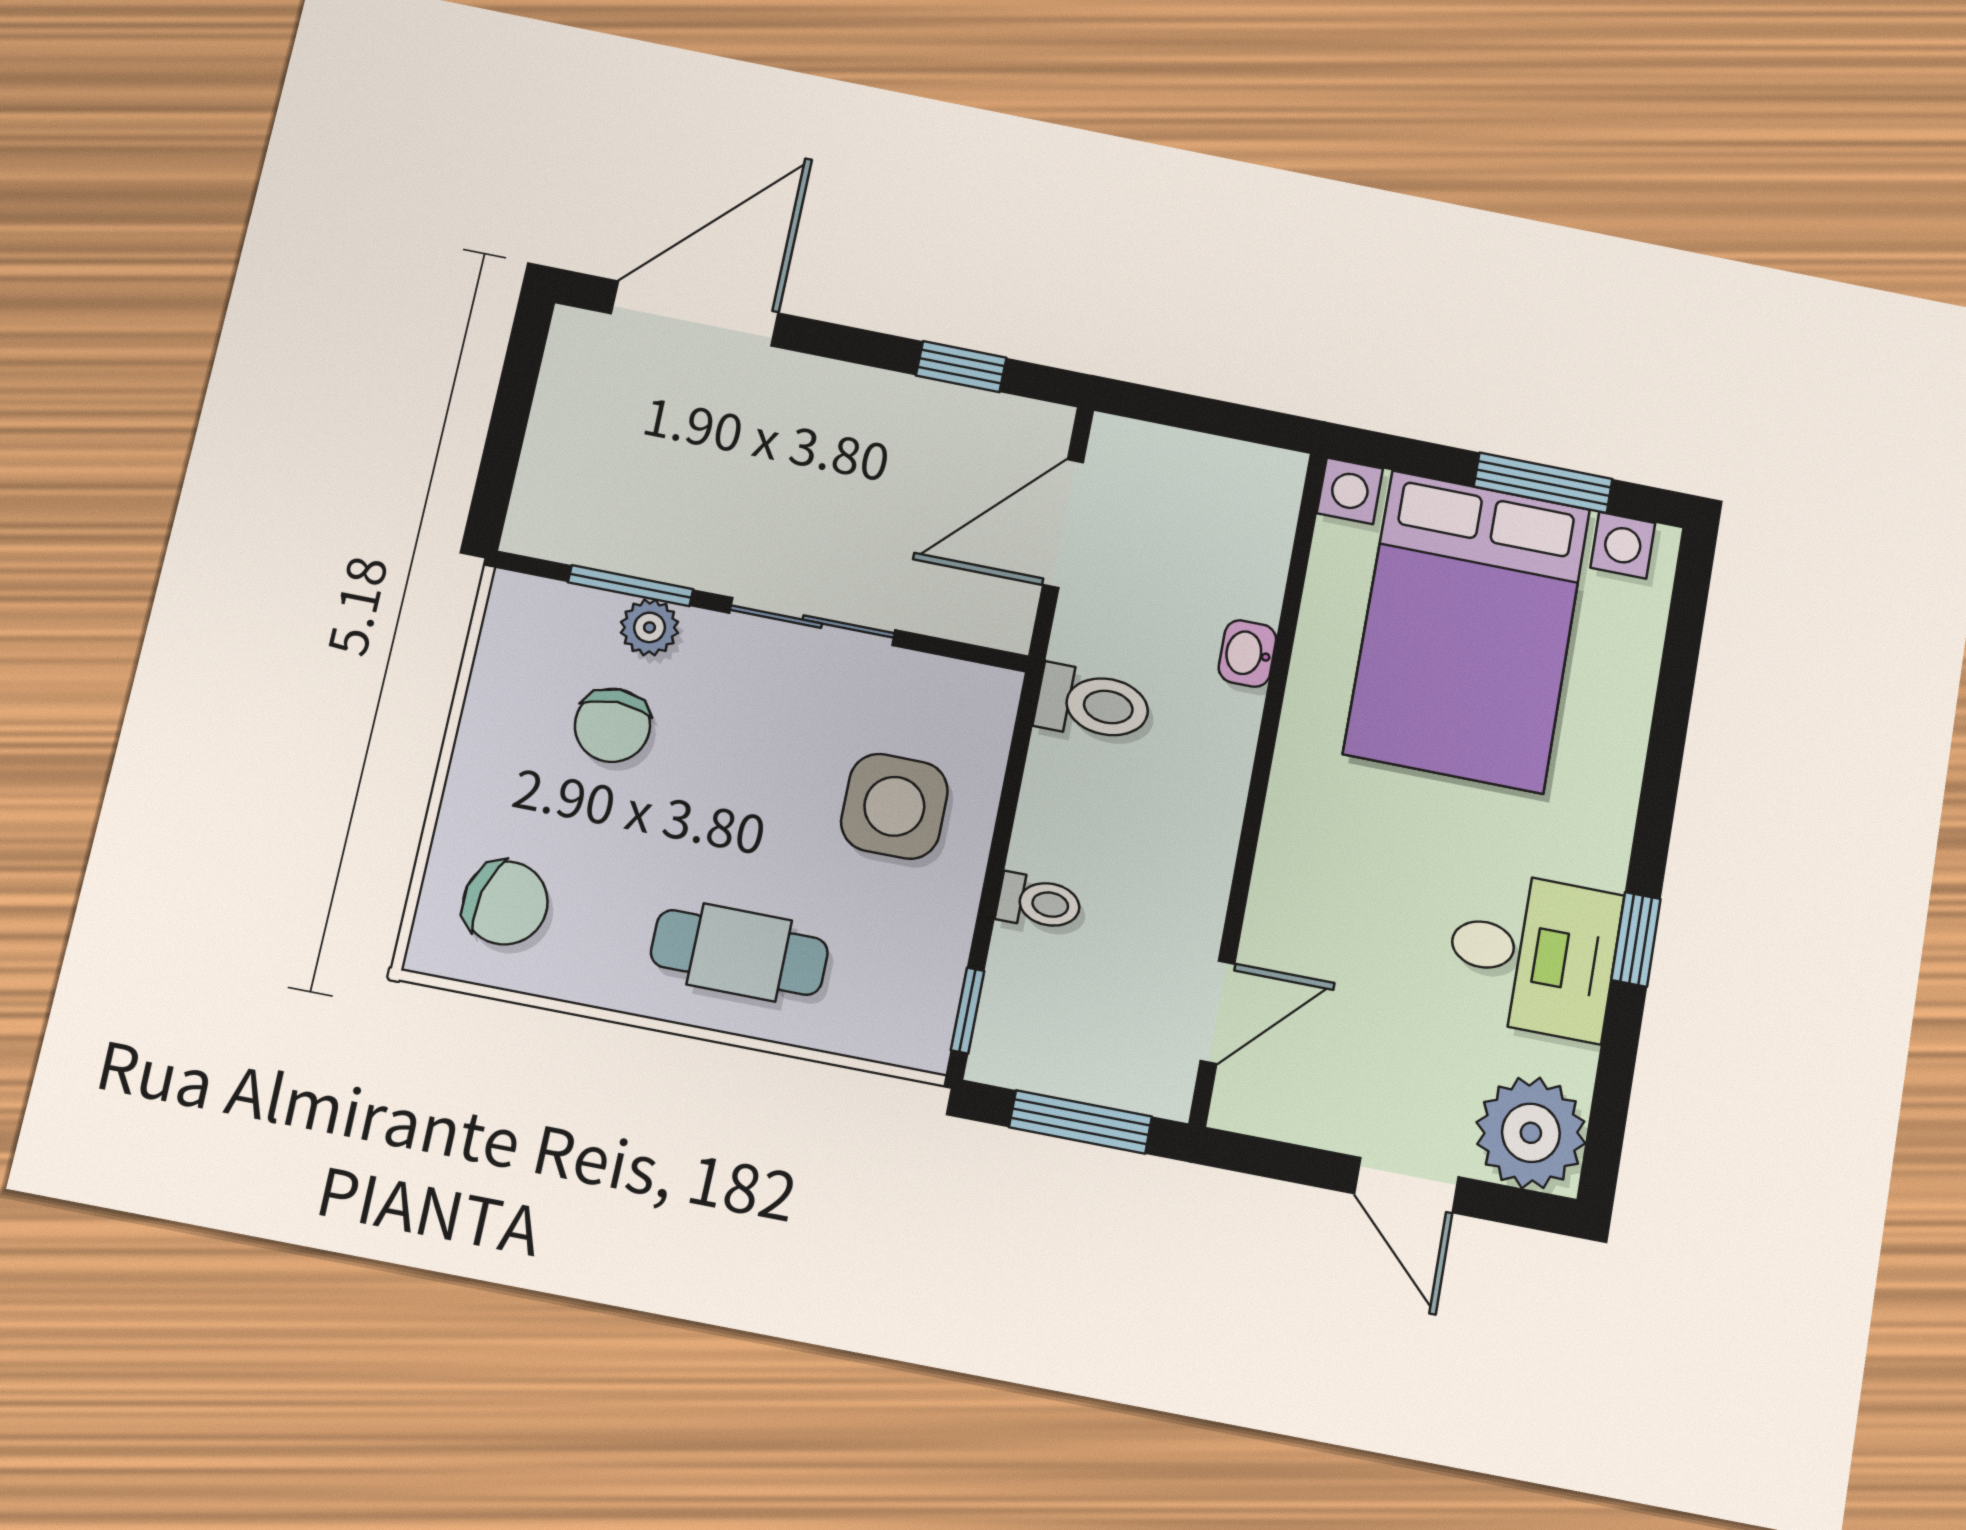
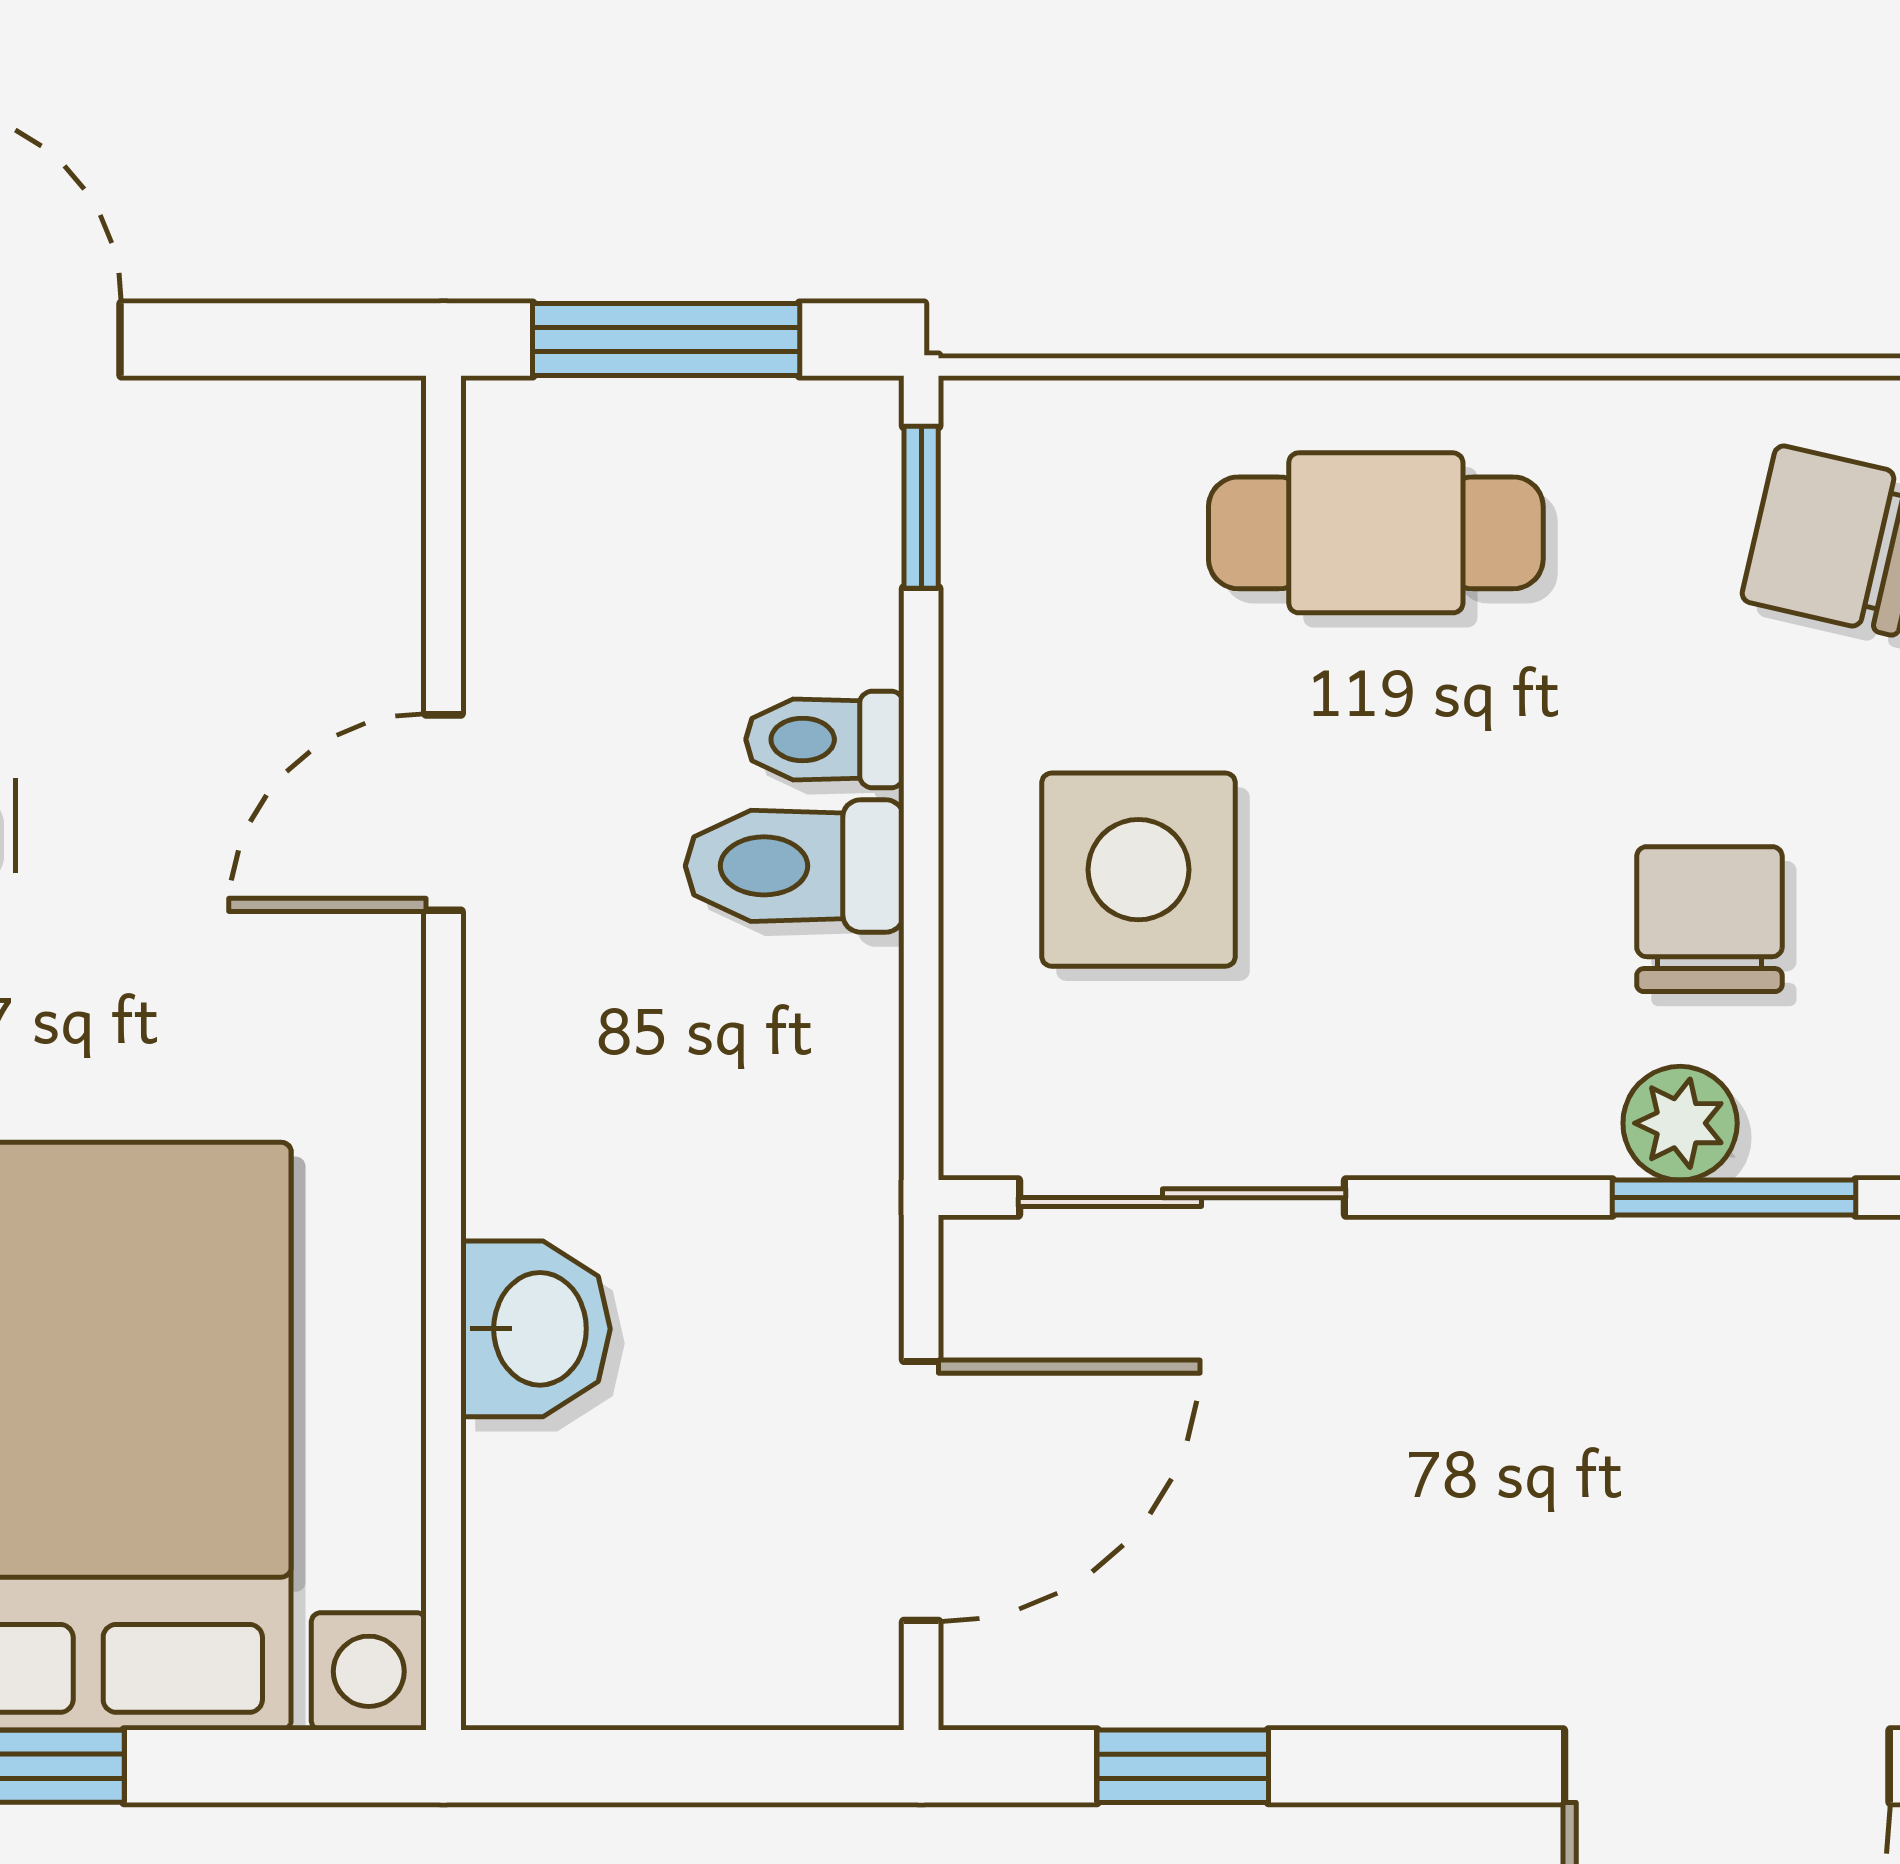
sliding door: (812, 622) -> (1182, 1198), moved
washbasin: (1247, 653) -> (535, 1329), width x1.38, depth x1.45
toilet: (1093, 704) -> (795, 866), moved
door: (1218, 1012) -> (444, 813), moved

